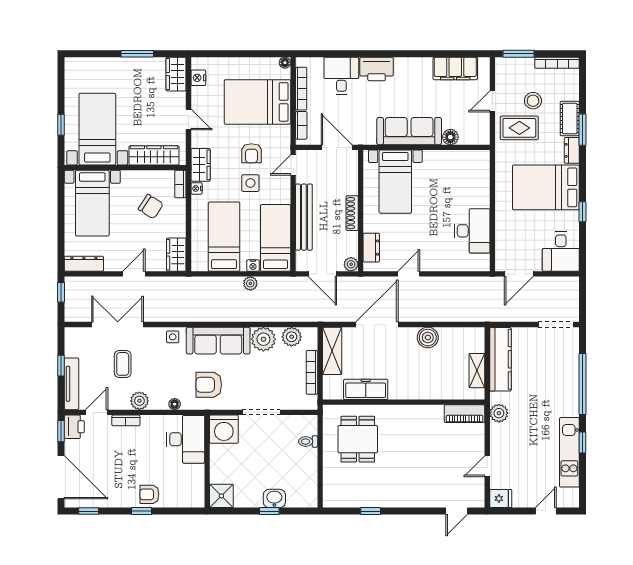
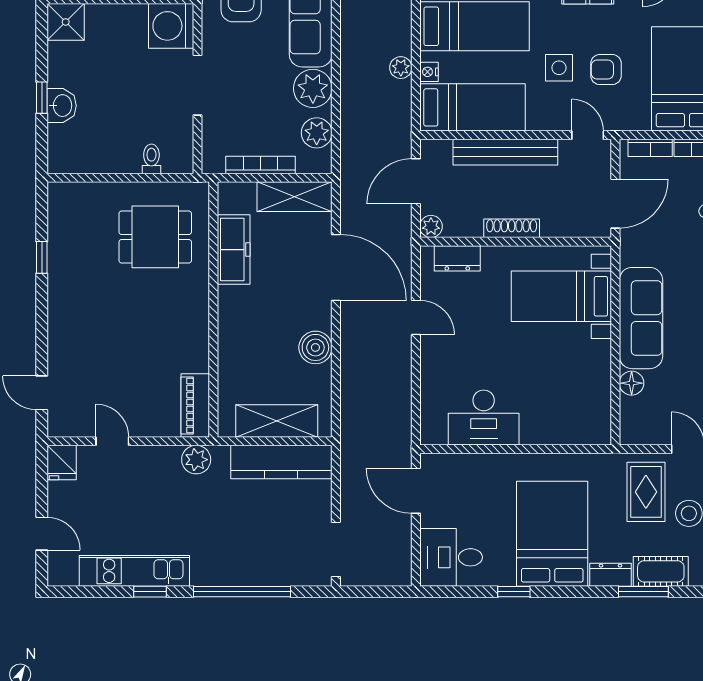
shelving: (477, 371) -> (277, 421), width x1.50, depth x1.33

